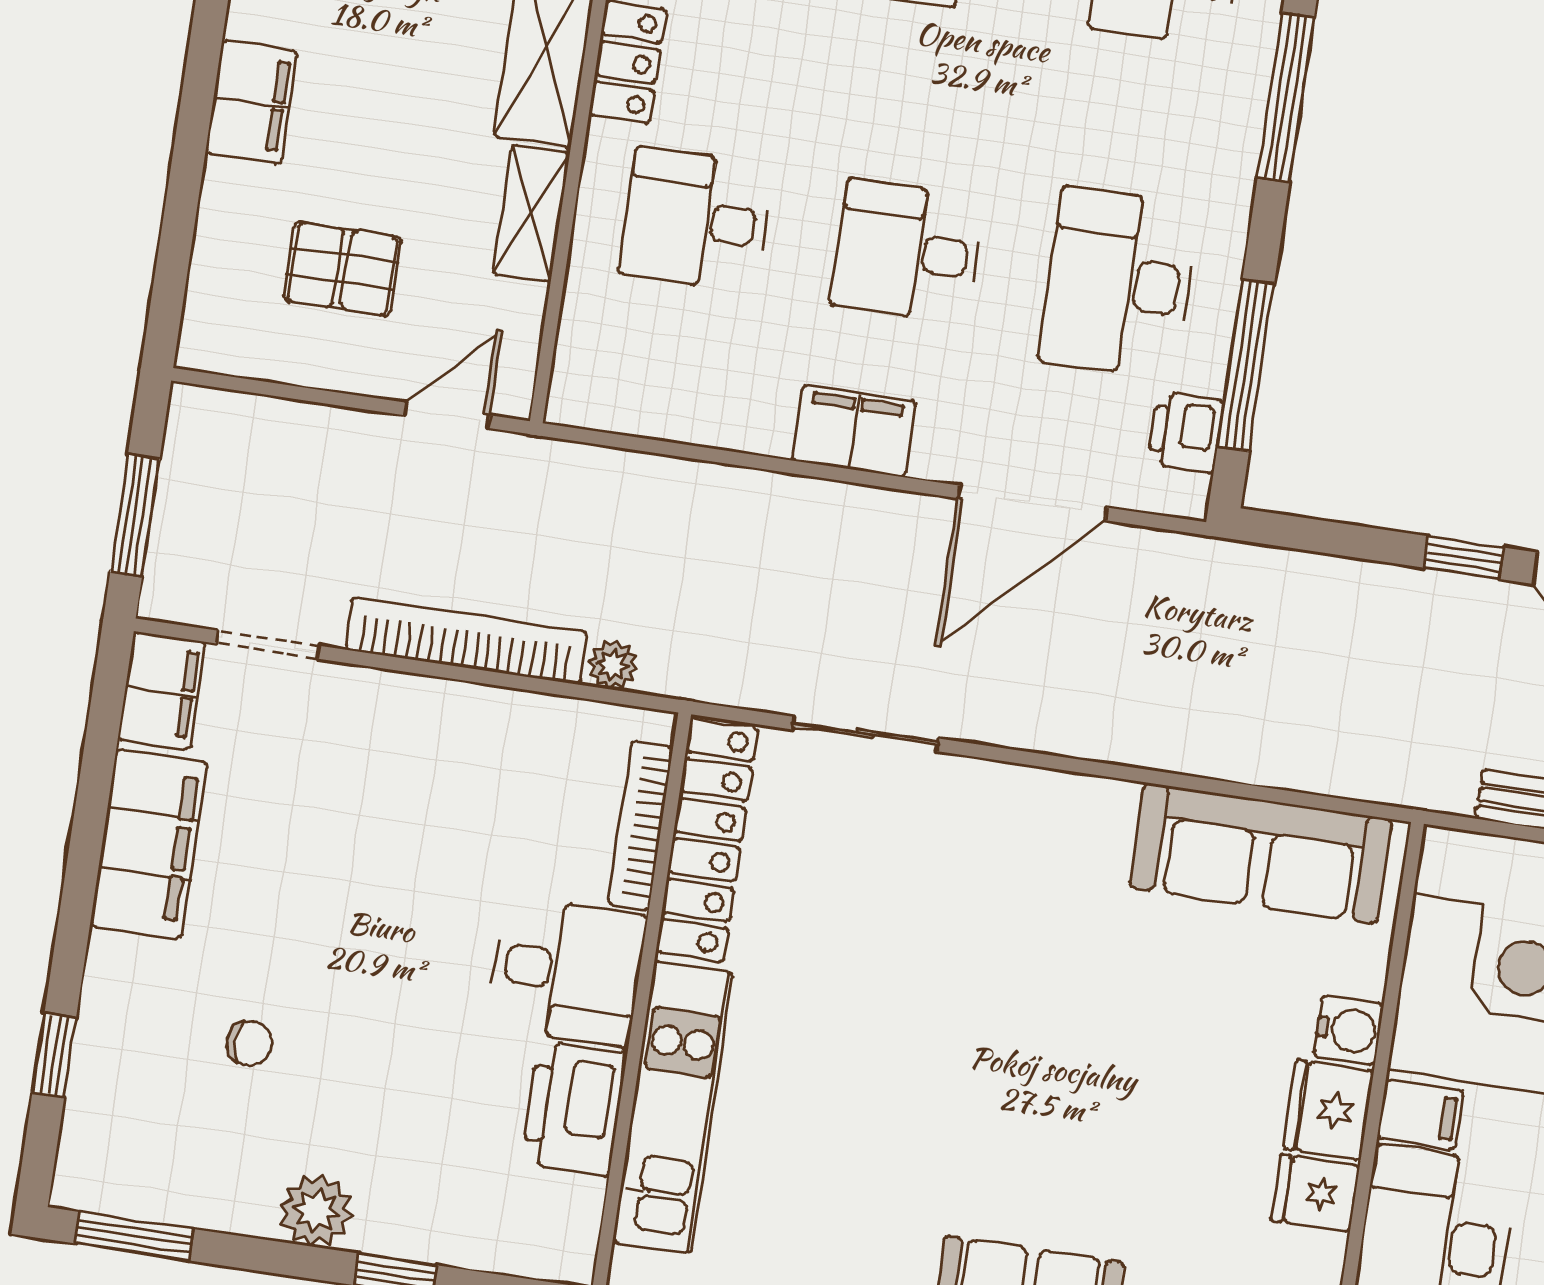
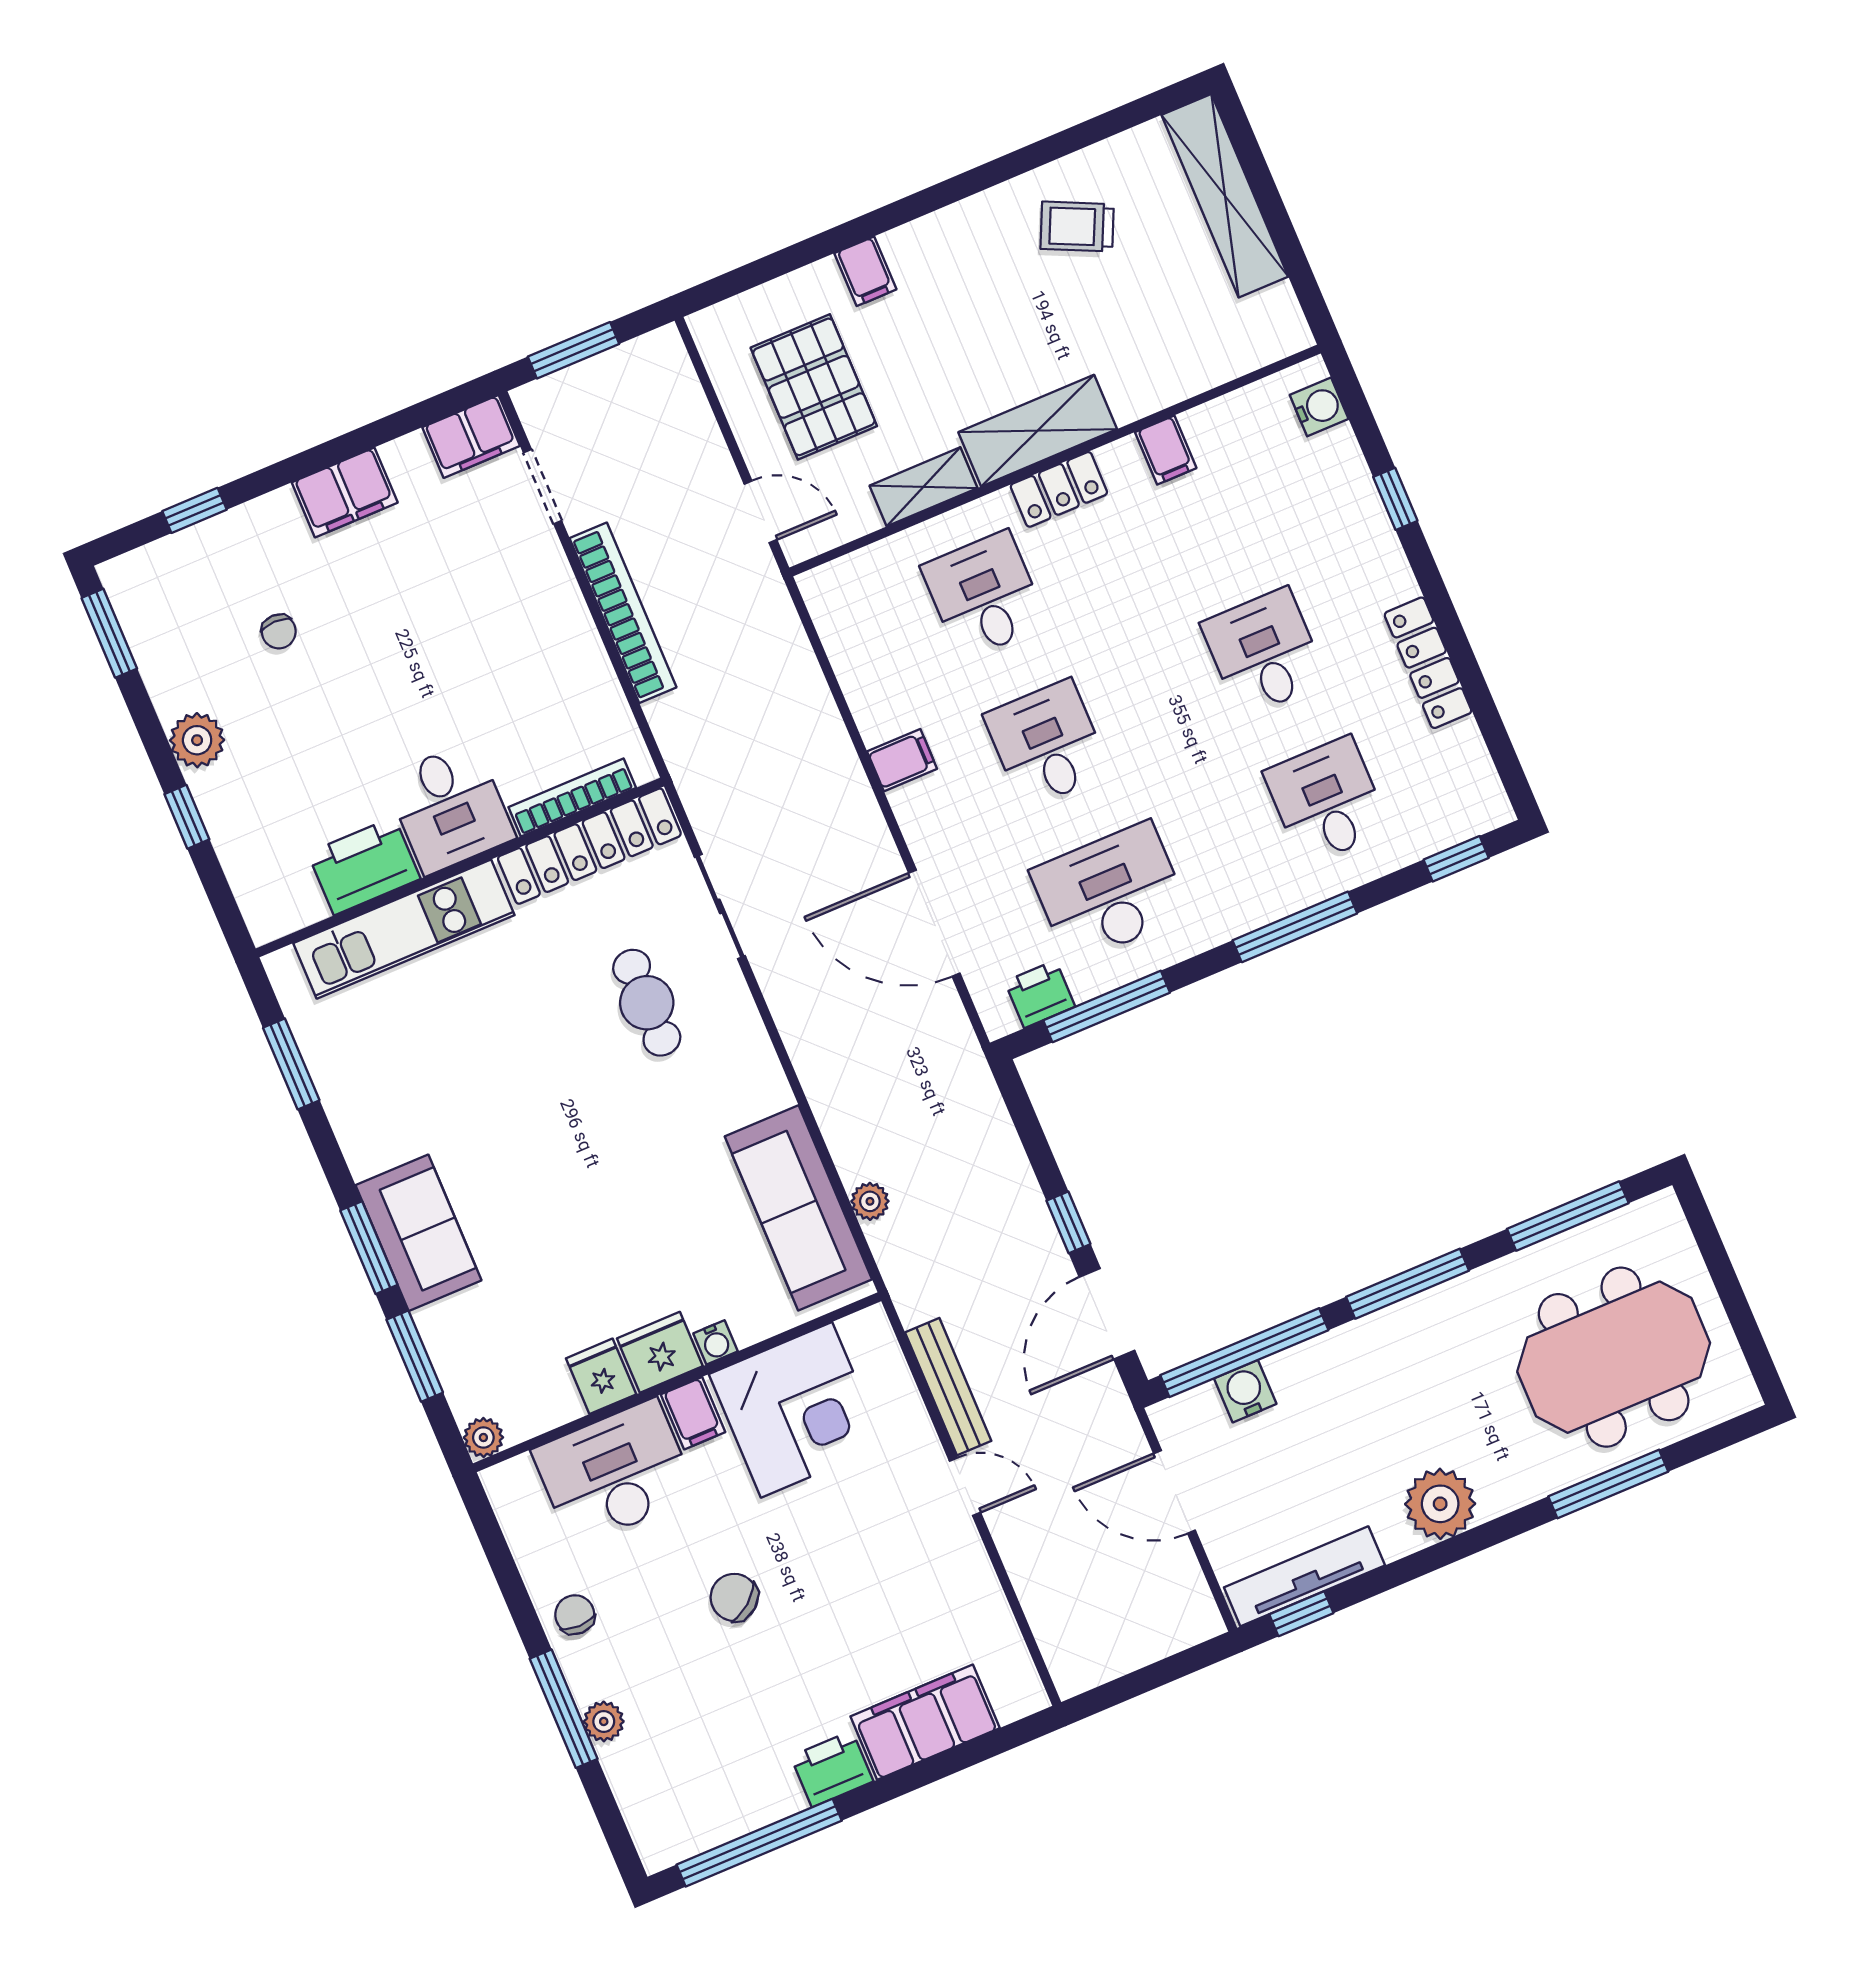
filing cabinet: (251, 102) -> (865, 271), width x0.50
pallet: (342, 269) -> (814, 387), width x1.50, depth x1.42
filing cabinet: (854, 431) -> (902, 760), width x0.50
plant: (613, 665) -> (870, 1201), moved
filing cabinet: (149, 844) -> (345, 492), width x0.67, depth x0.86
cafe table: (924, 883) -> (647, 1003), added
water cooler: (1349, 1030) -> (716, 1342), width x0.72, depth x0.72

